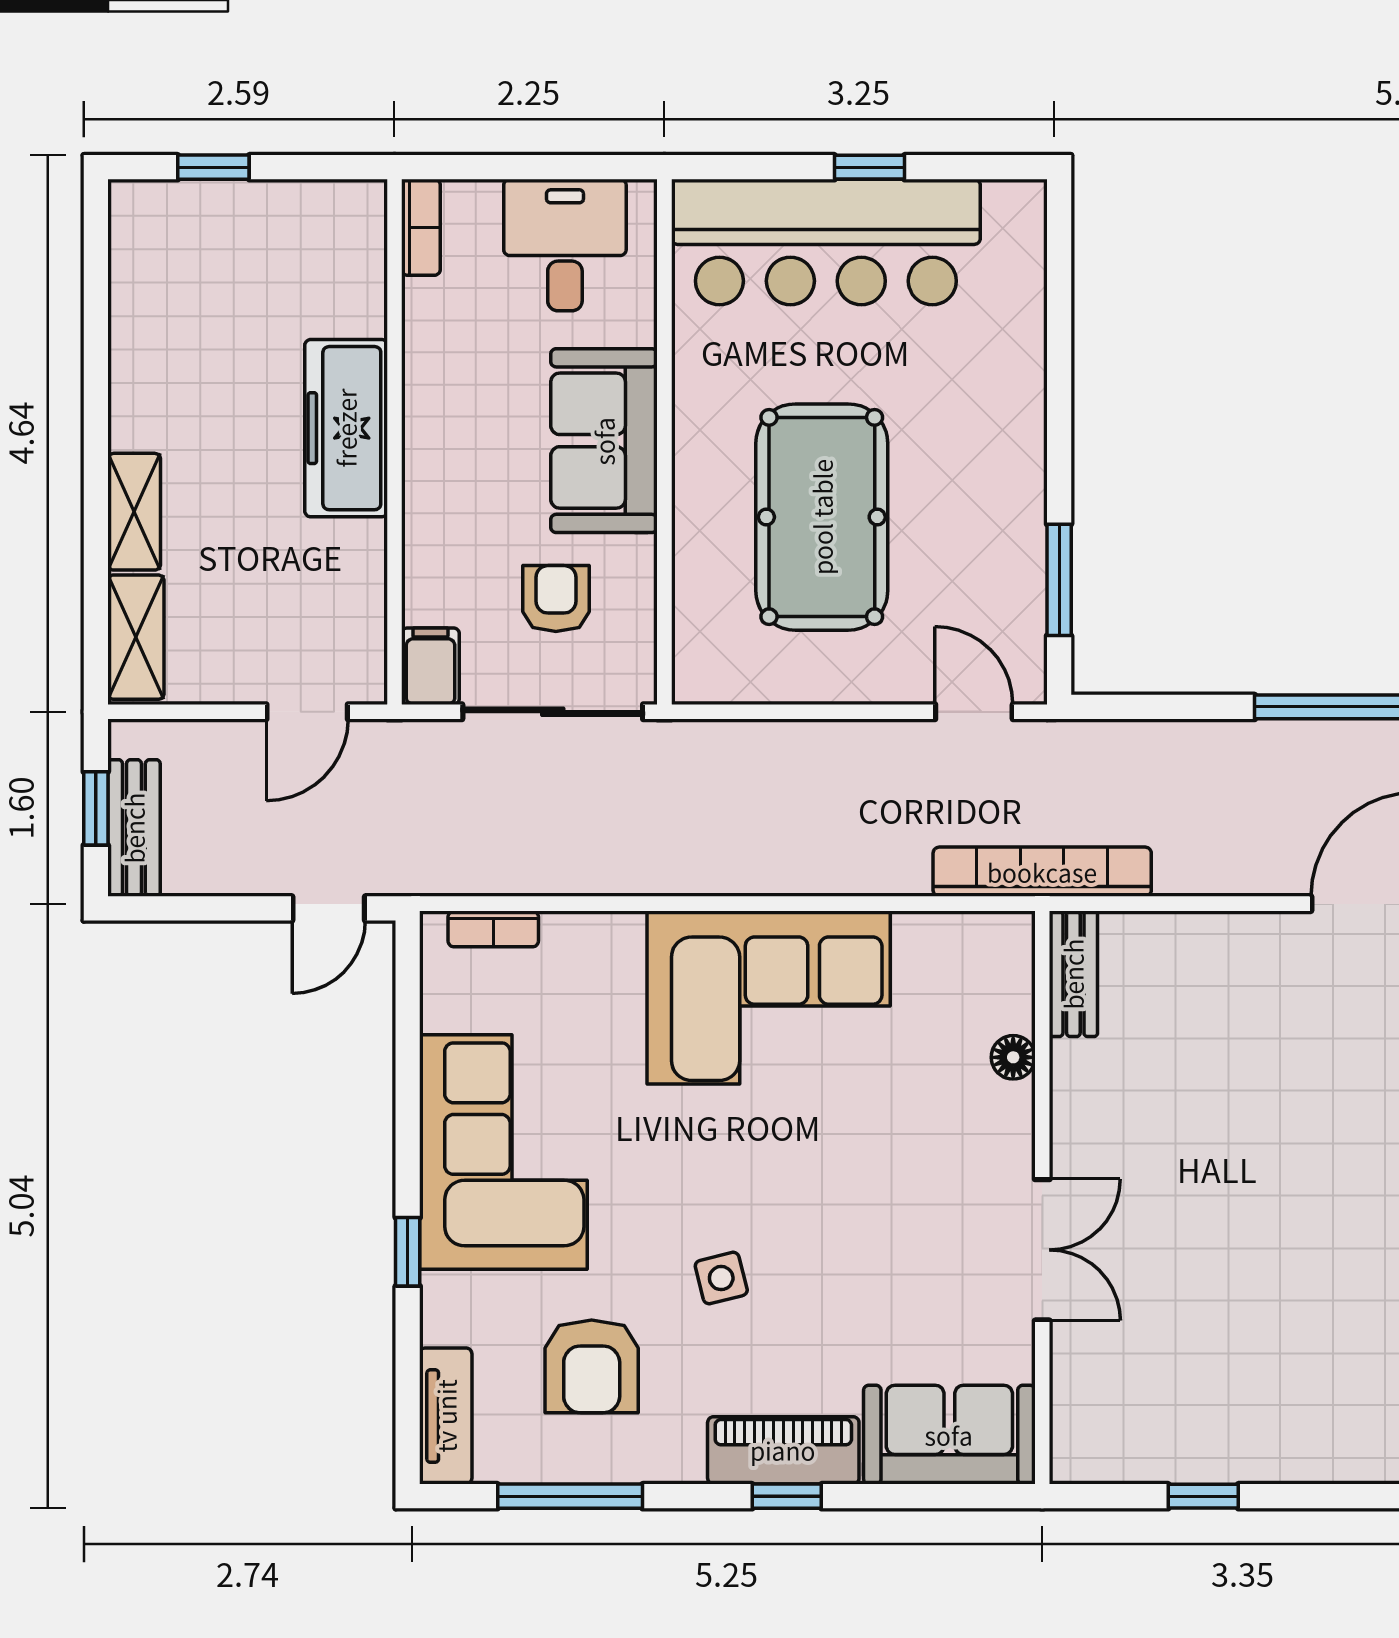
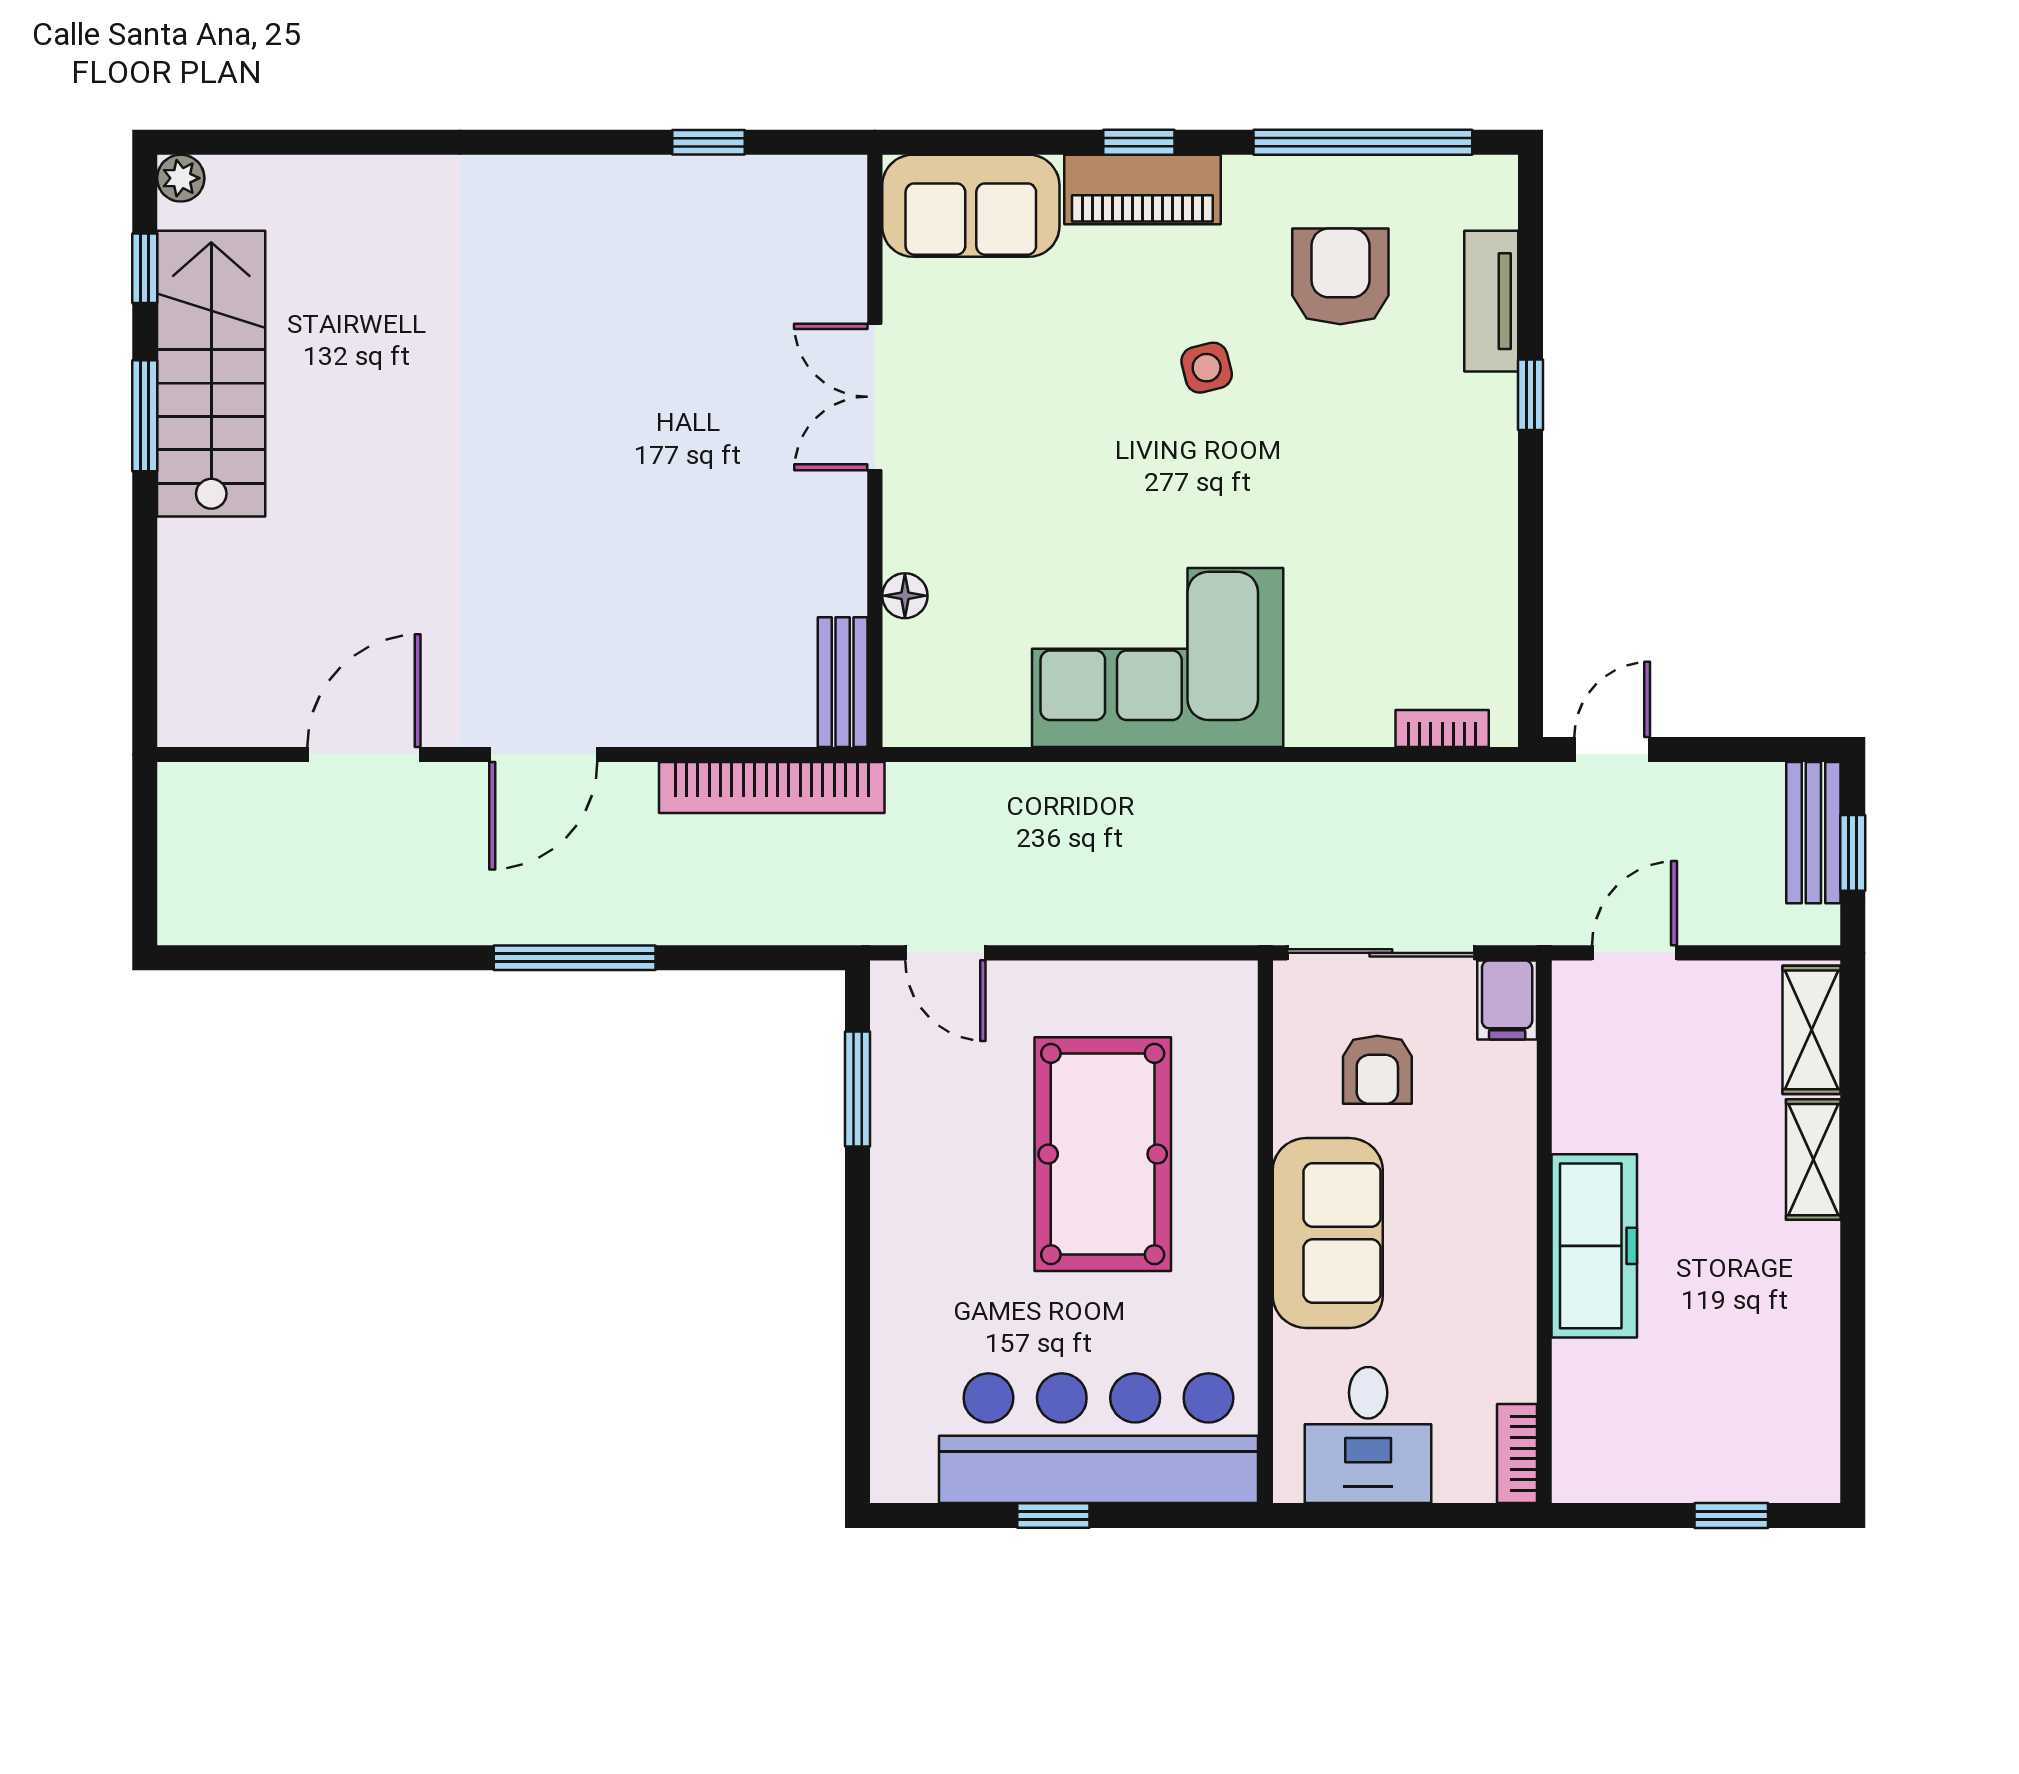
bookcase: (1042, 872) -> (772, 787), moved
corner sofa: (503, 1152) -> (1432, 498), removed
tv unit: (446, 1416) -> (1491, 301), moved
window: (570, 1496) -> (1363, 142), width x1.46

